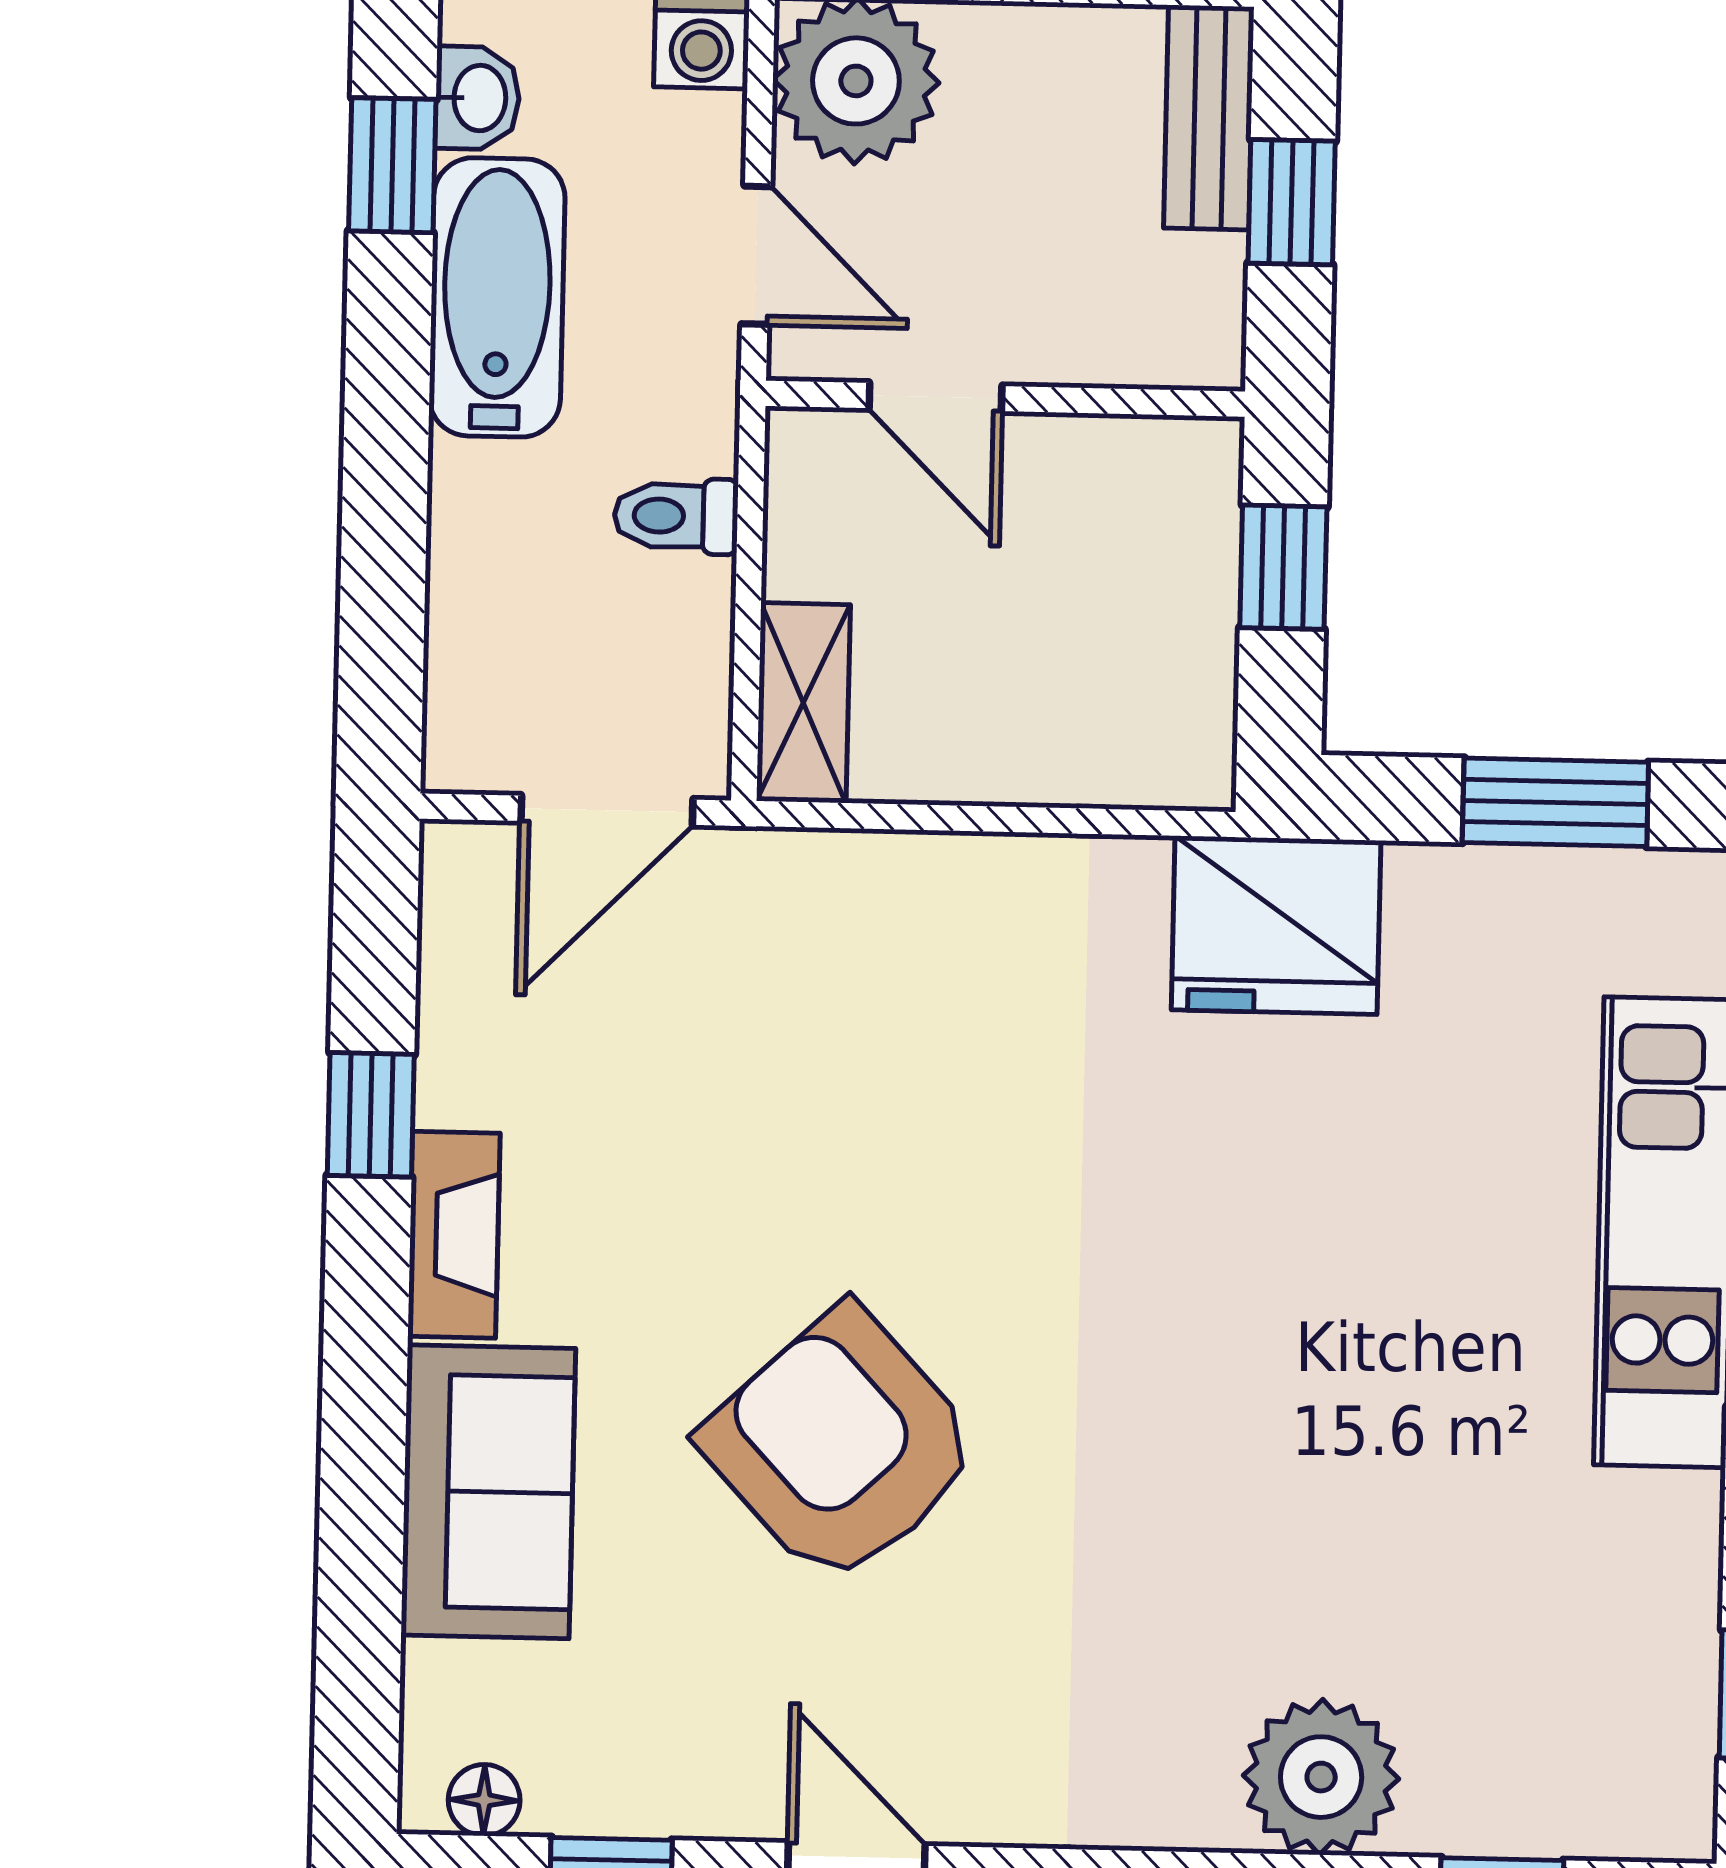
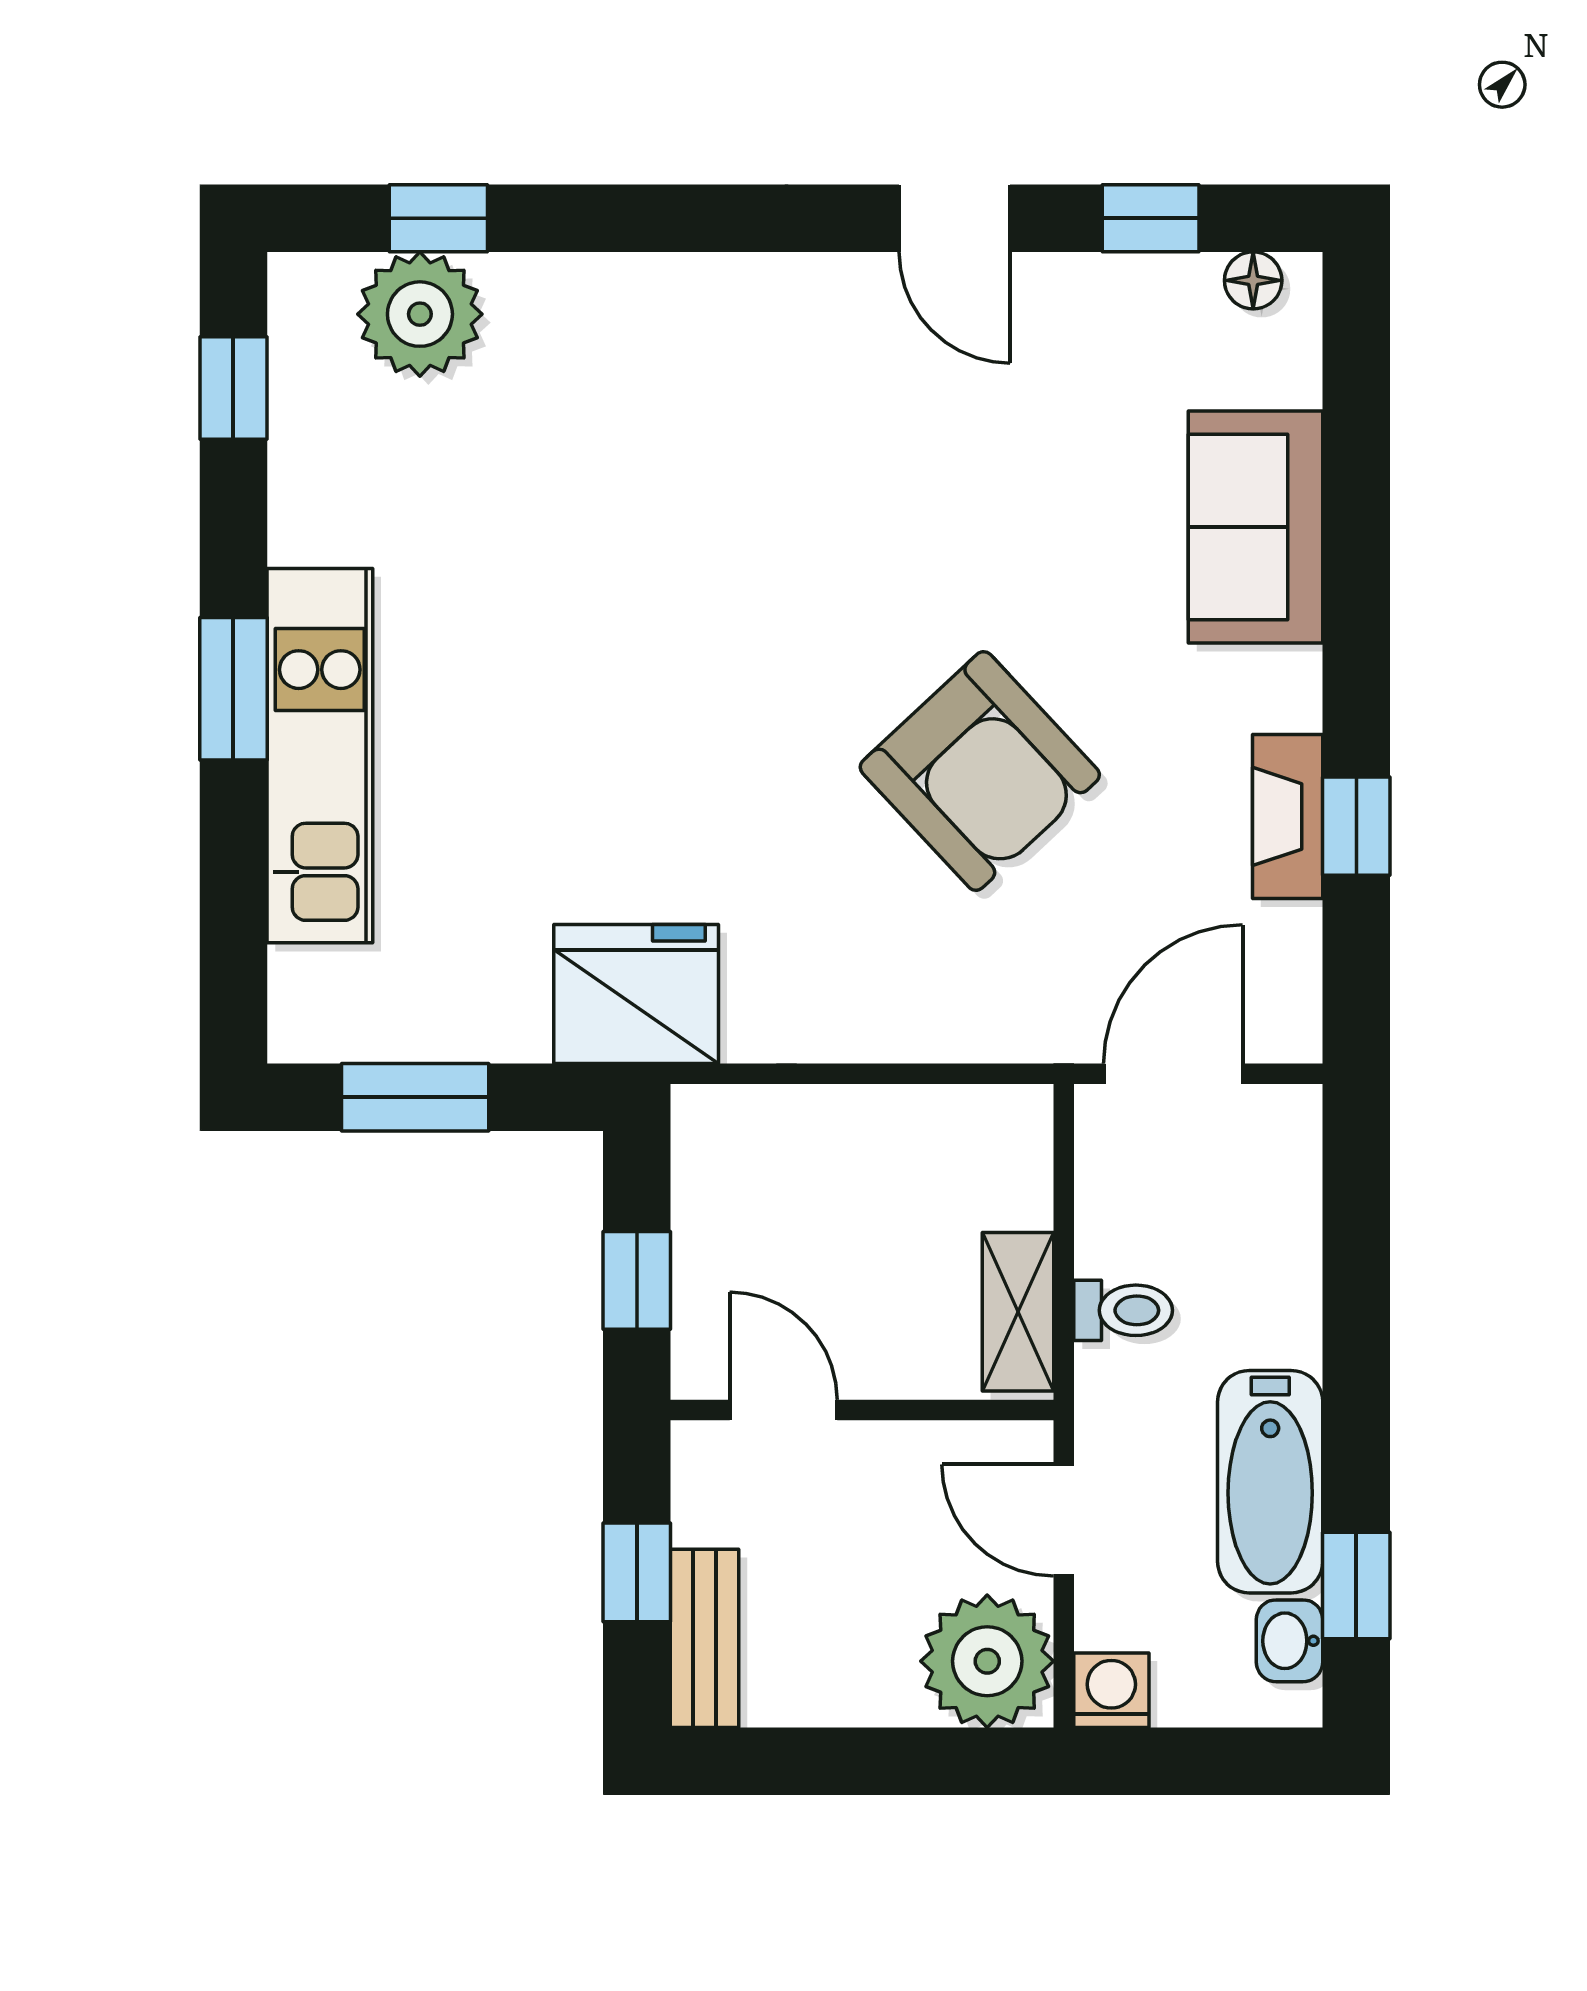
door: (936, 397) -> (783, 1410), moved
shelving: (803, 703) -> (1018, 1312), moved
fireplace: (454, 1235) -> (1288, 816), moved
armchair: (841, 1446) -> (980, 771), moved
plant: (1321, 1777) -> (420, 314), moved

